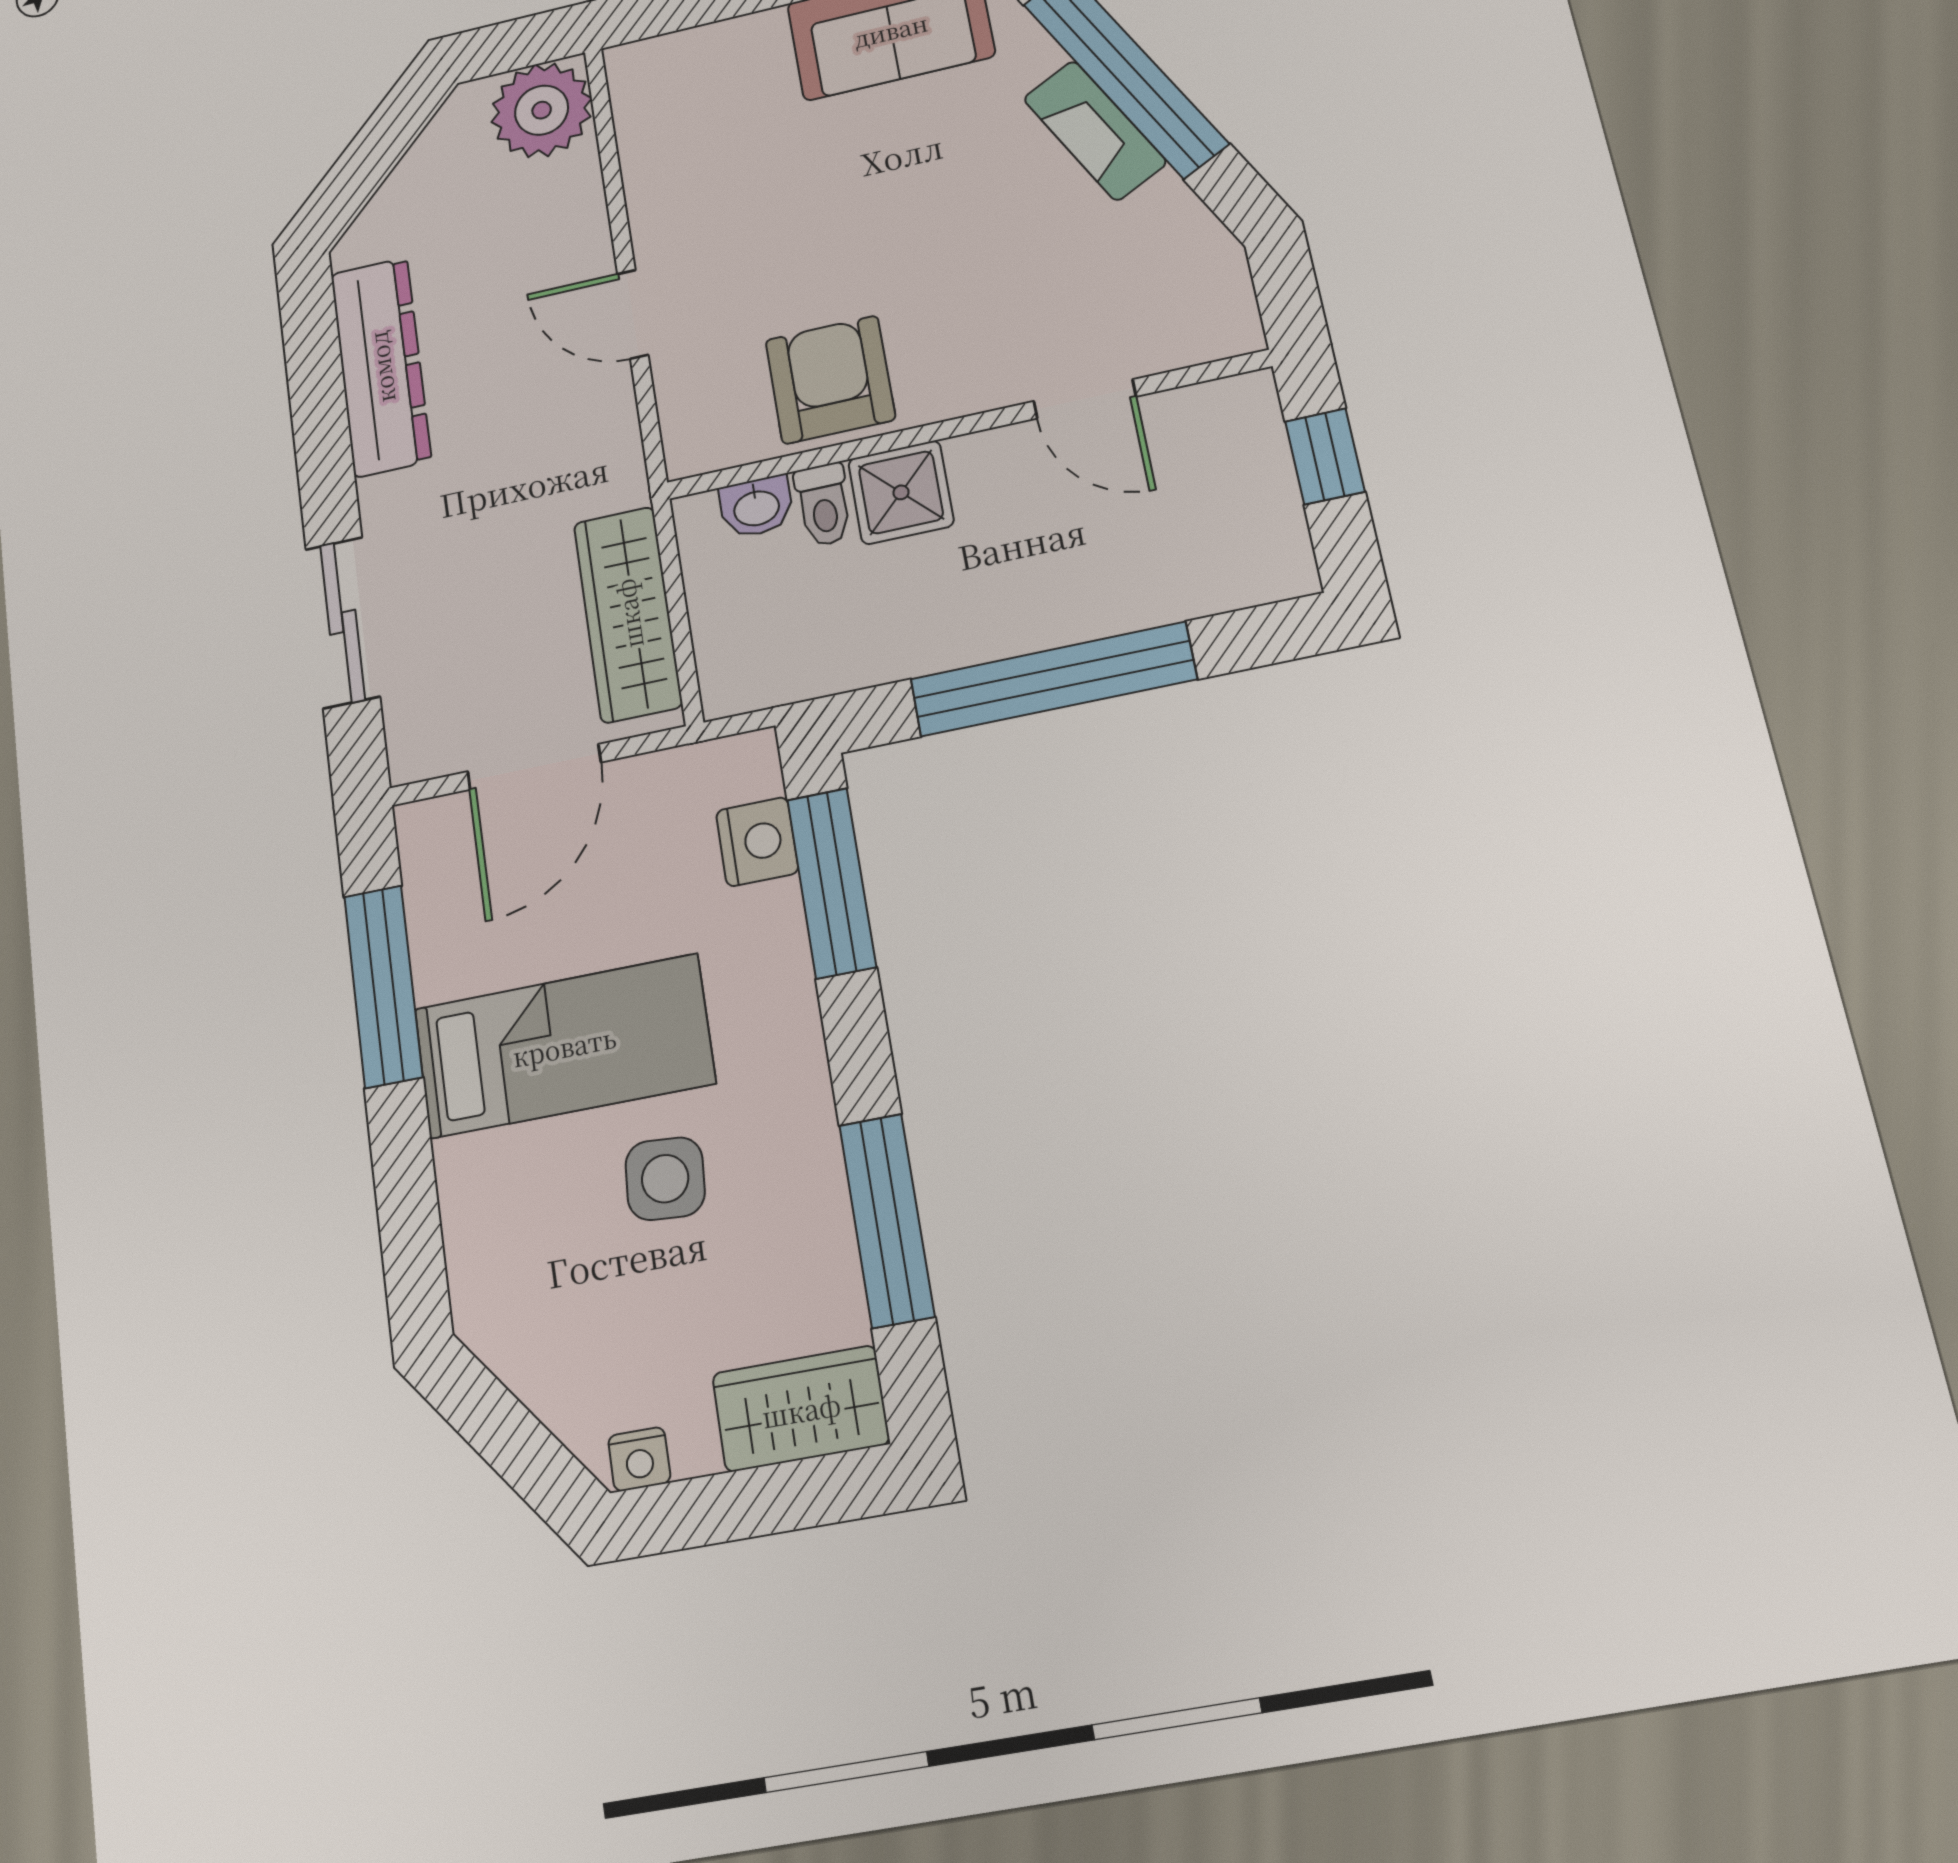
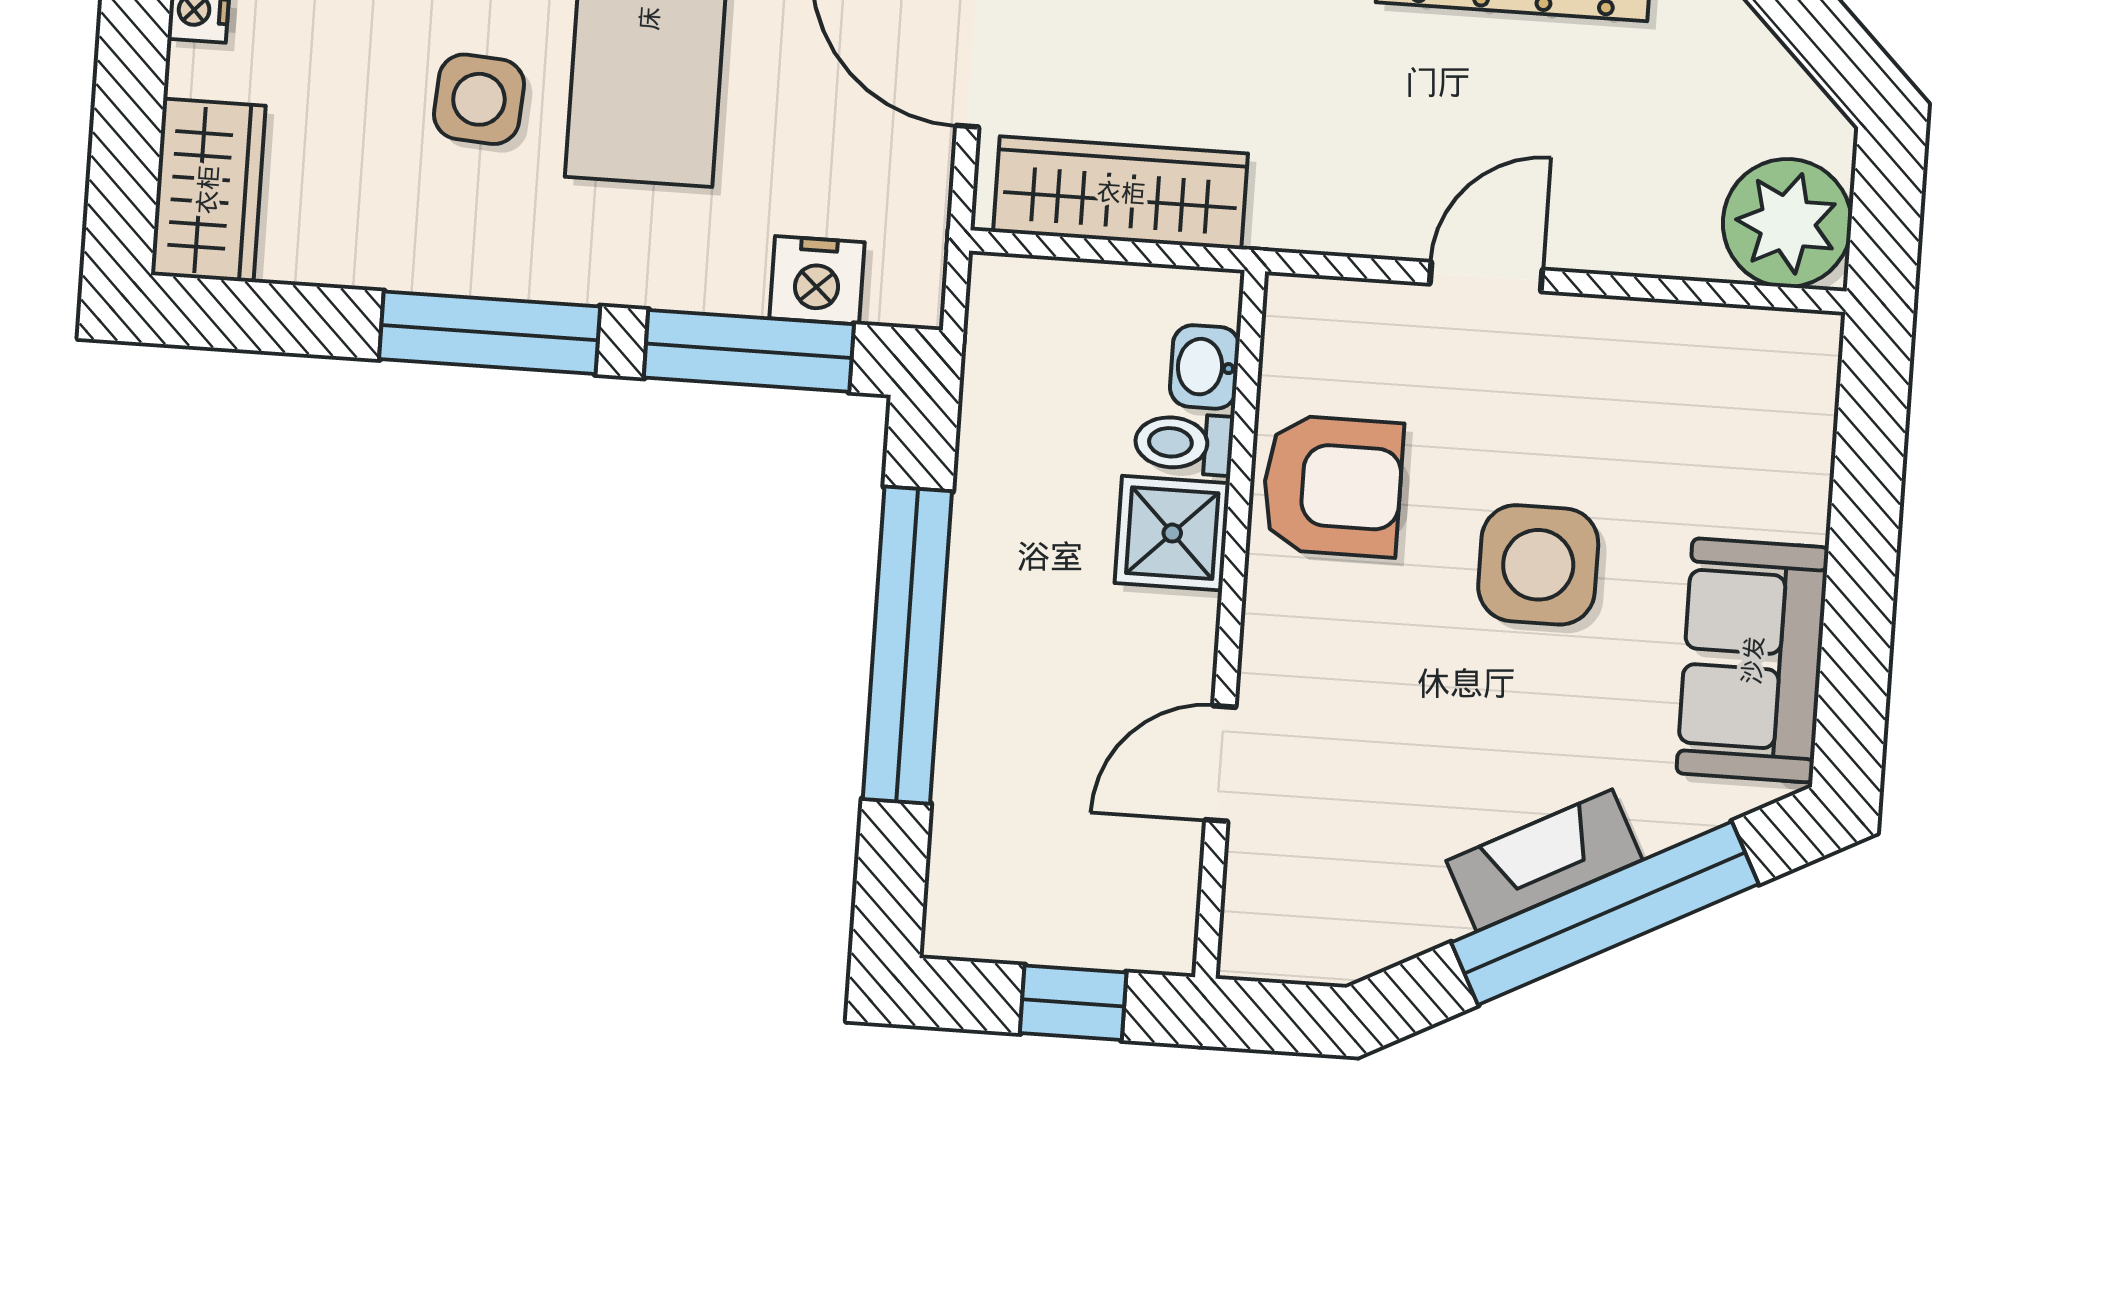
side table: (855, 207) -> (1538, 565), added
window: (887, 1220) -> (490, 333), moved

